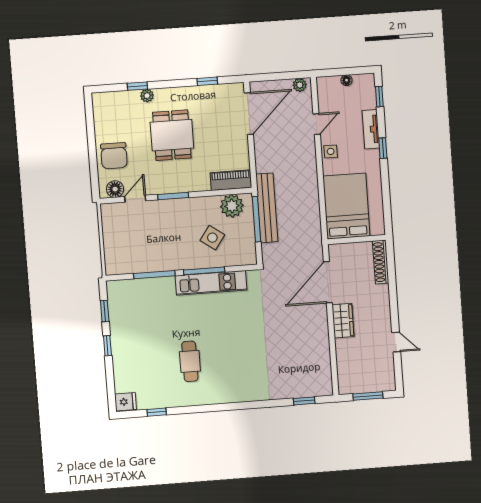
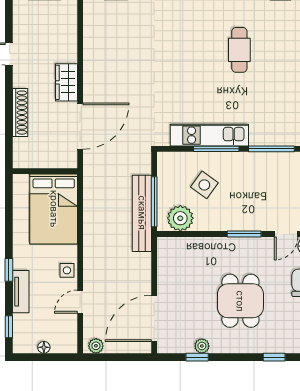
plant: (147, 96) -> (202, 346), moved
piano: (231, 180) -> (179, 247), removed
shoe rack: (381, 262) -> (20, 113), moved

